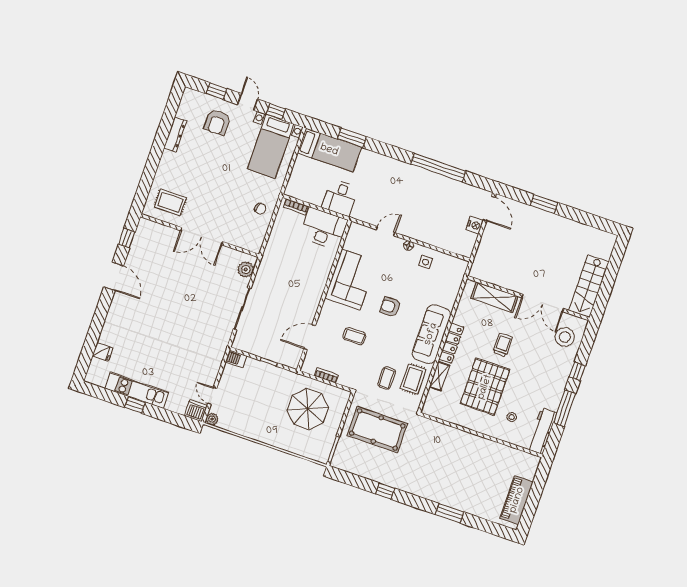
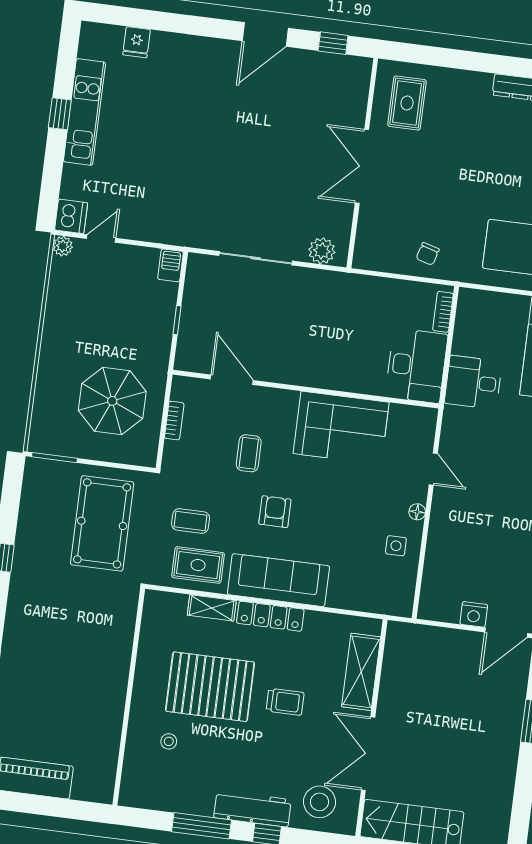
armchair: (390, 307) -> (275, 512), moved
workbench: (542, 431) -> (252, 809), moved

